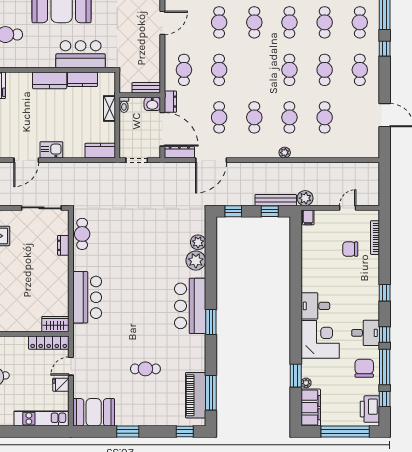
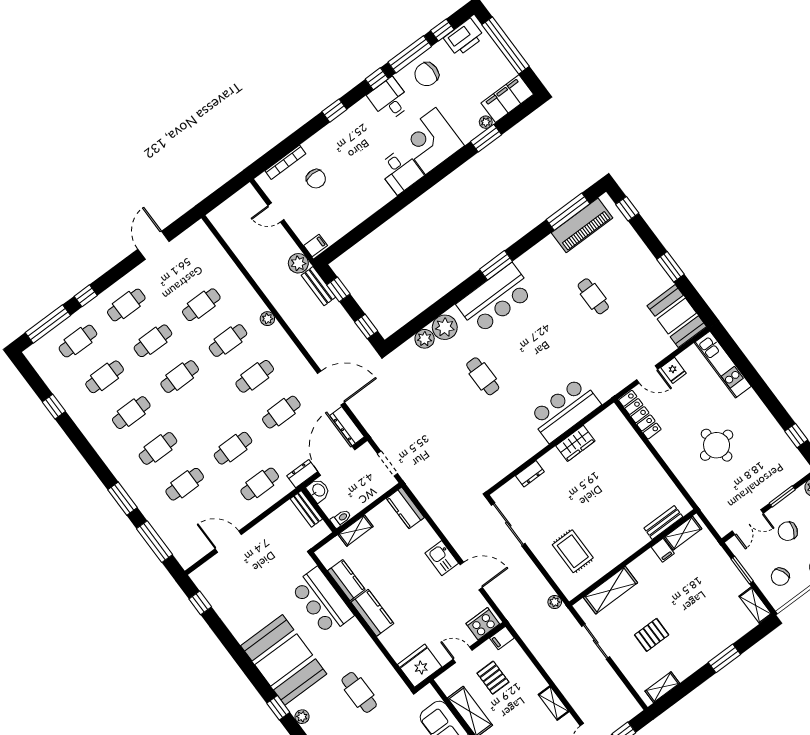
bench: (276, 200) -> (319, 286), width x0.73
cafe table: (82, 234) -> (483, 376), moved, turned 90
wardrobe: (55, 324) -> (575, 443), moved, turned -90

